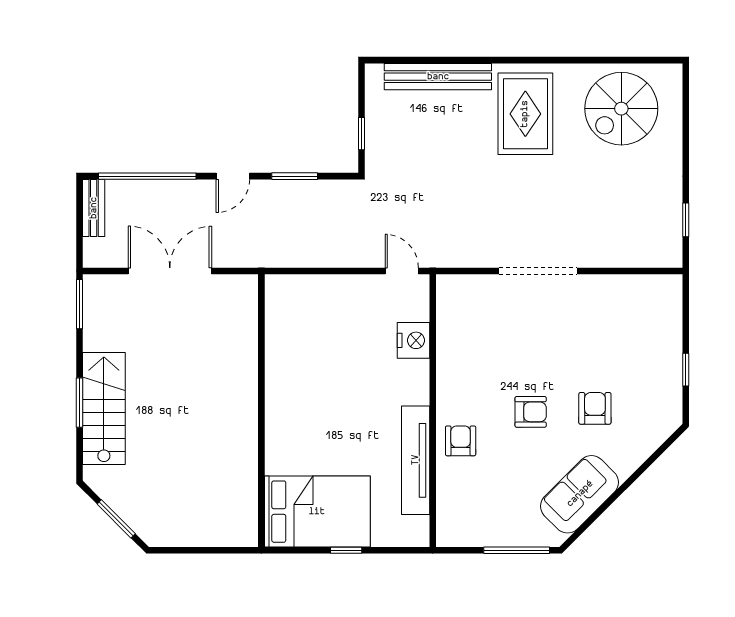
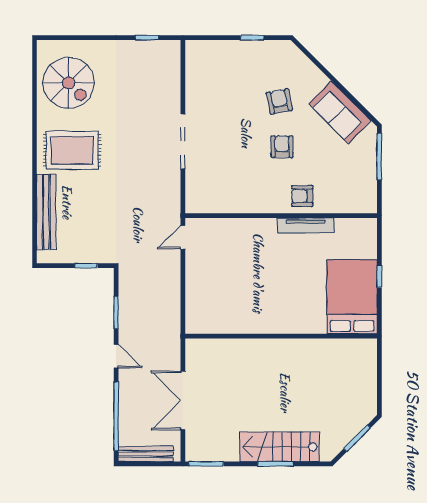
bench: (94, 208) -> (146, 454), width x1.36
nightstand: (413, 340) -> (232, 229), removed
armchair: (595, 408) -> (279, 101), turned 79
tv unit: (416, 460) -> (306, 225), width x0.73, depth x0.78

